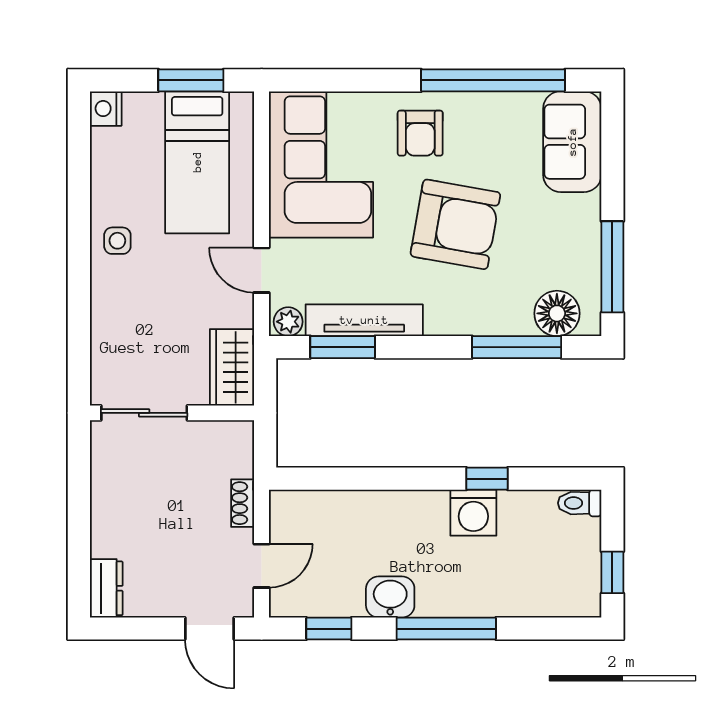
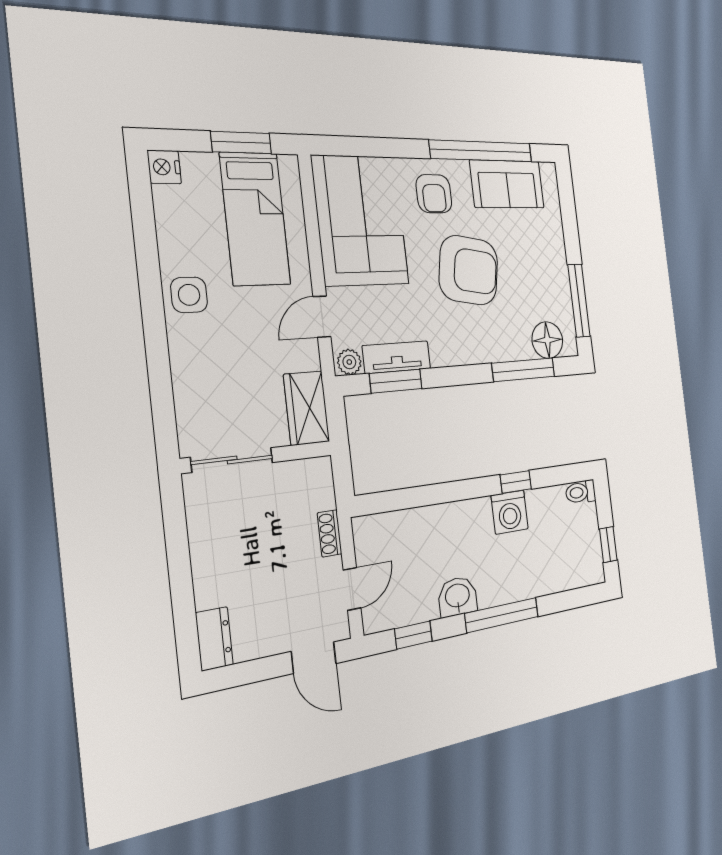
sofa: (572, 142) -> (507, 184), moved, turned -90
side table: (117, 241) -> (189, 295), width x1.37, depth x1.37
door: (262, 270) -> (322, 317), hinge flipped
tv unit: (364, 320) -> (397, 357), width x0.71

